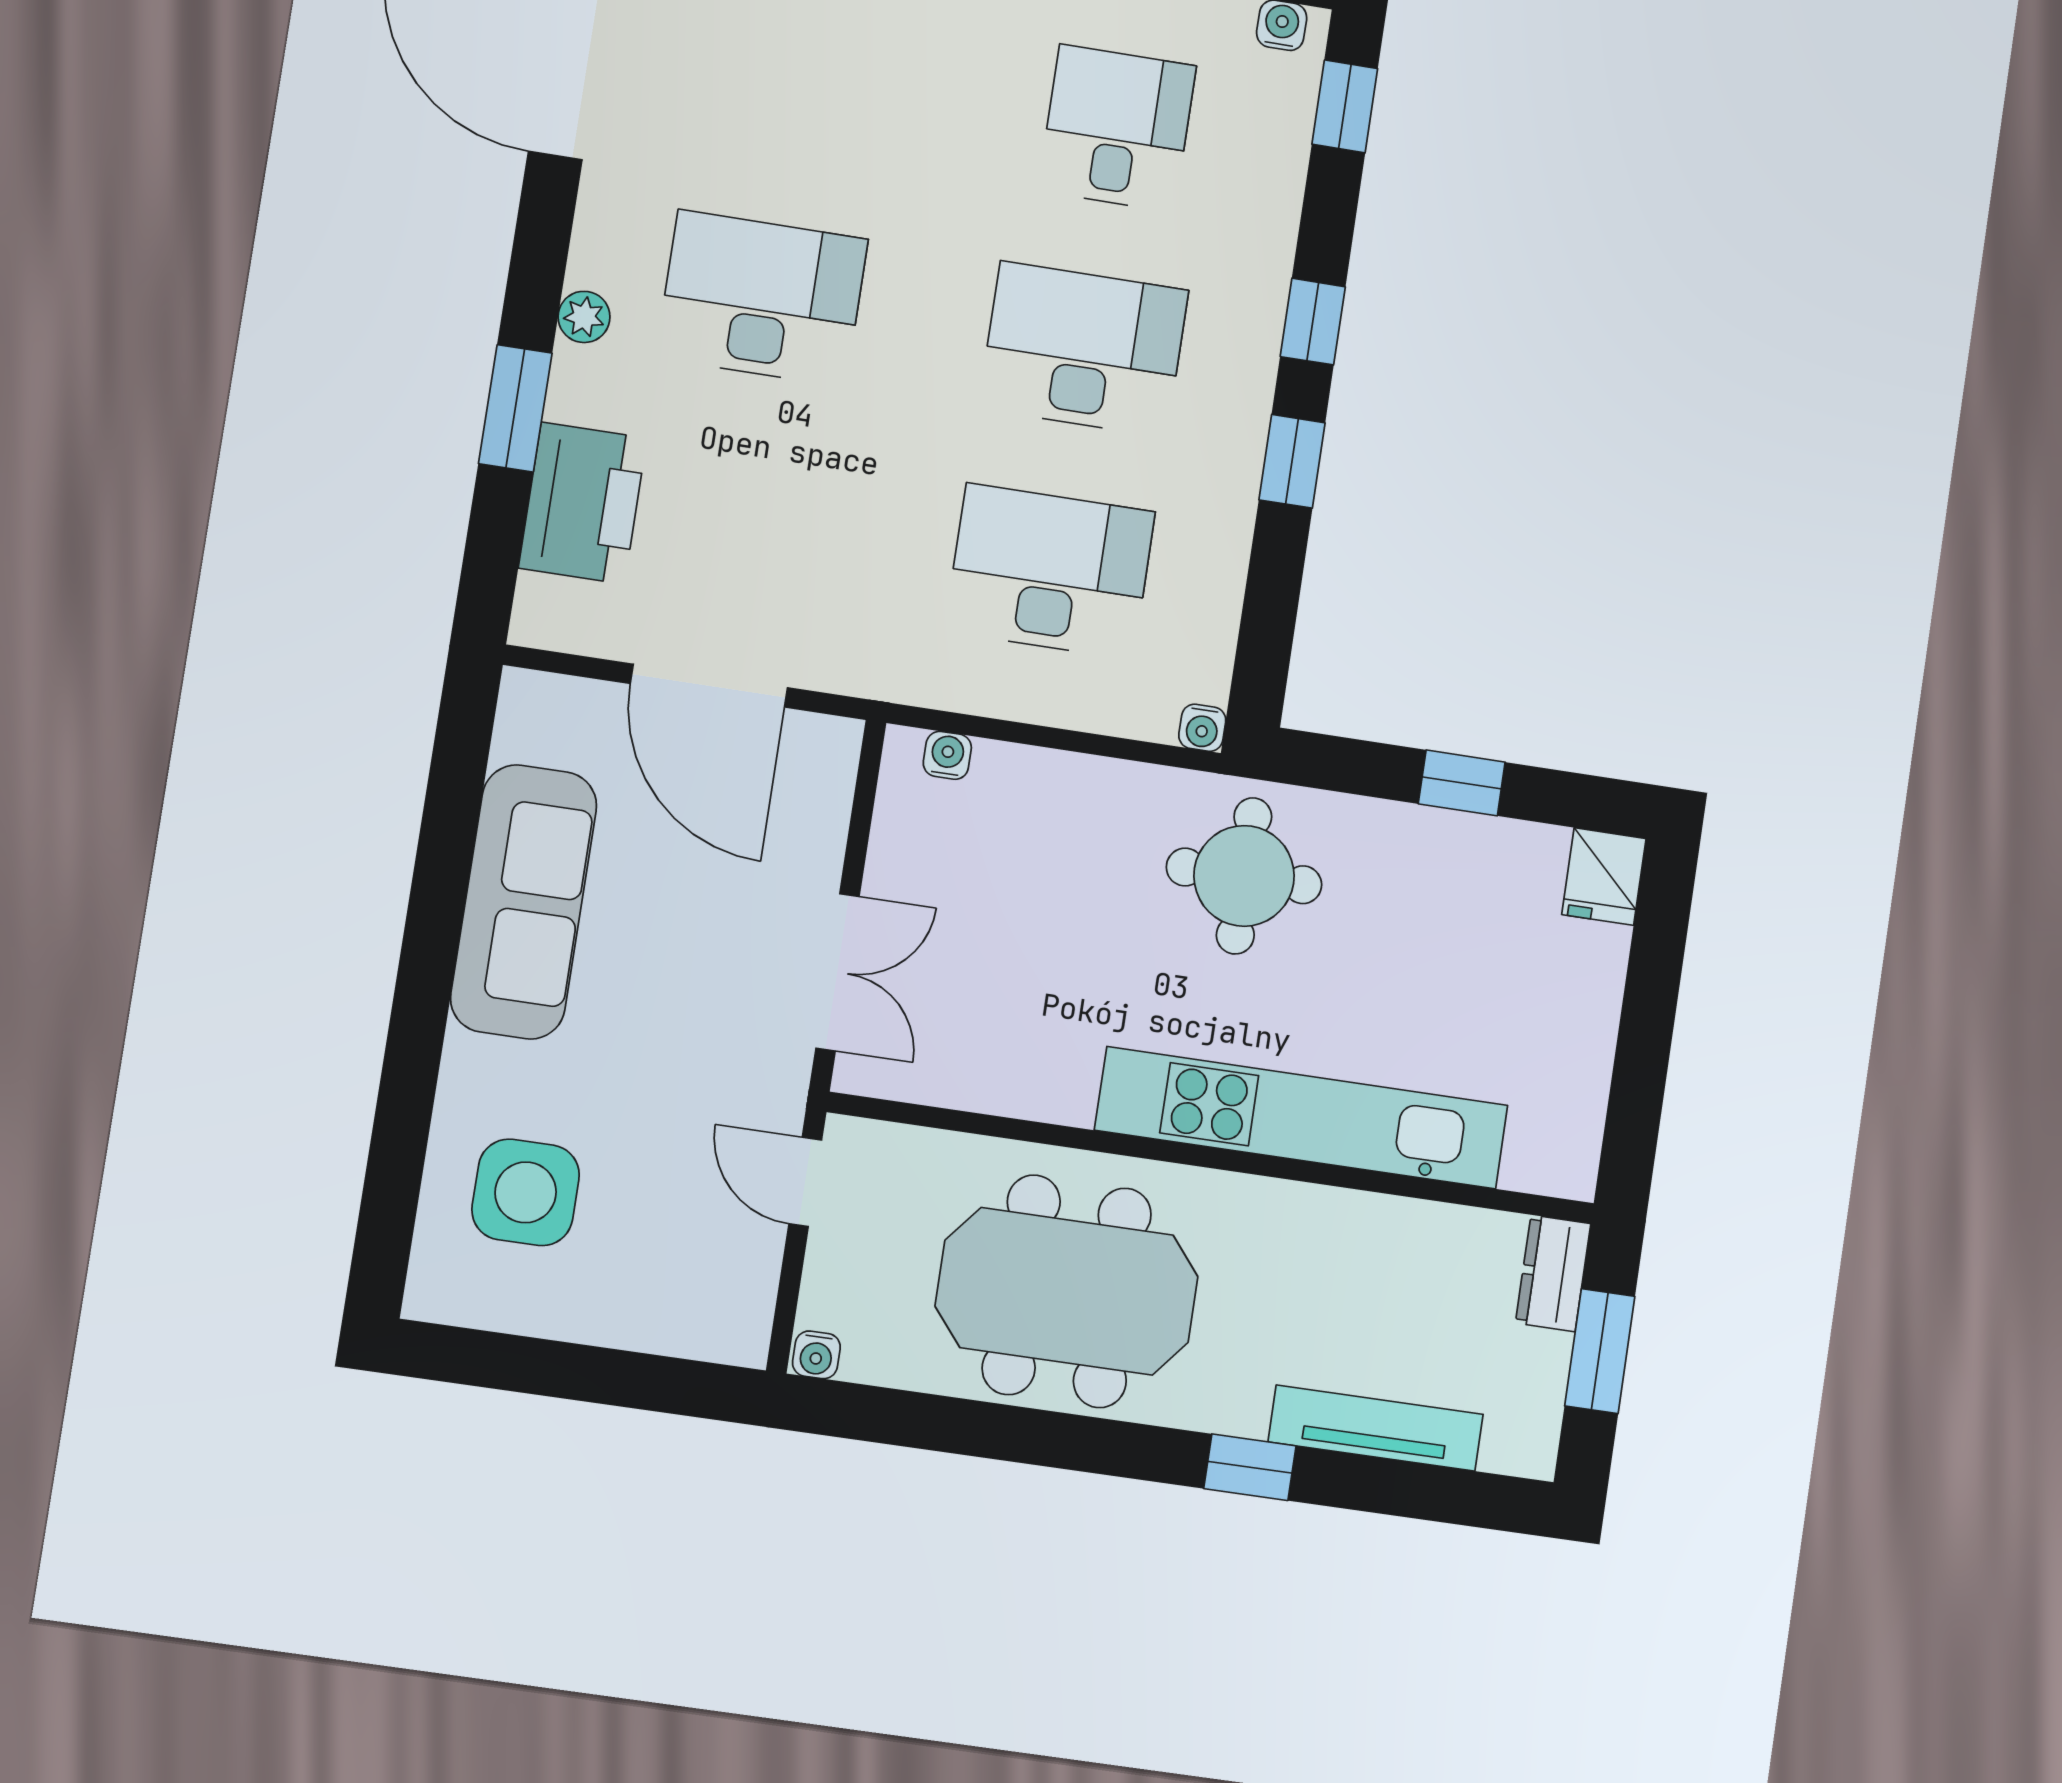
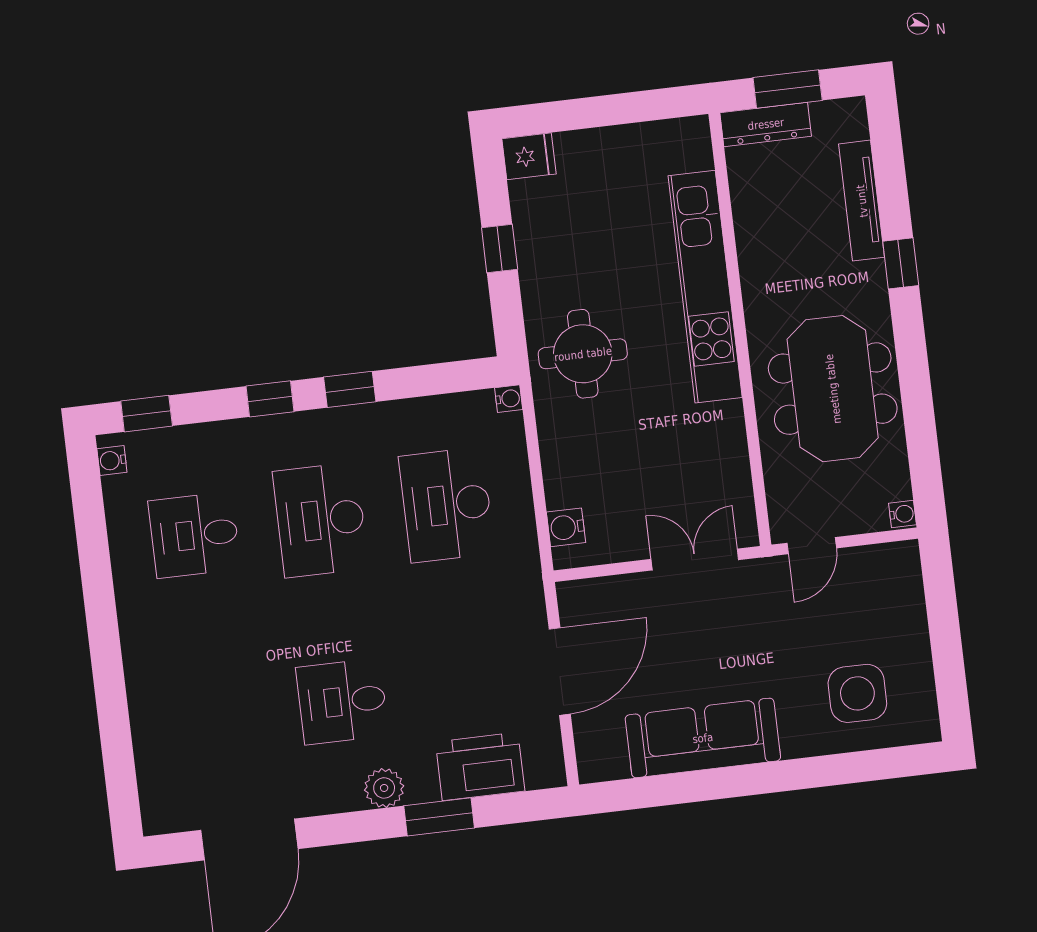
desk: (762, 298) -> (342, 701), width x0.73
plant: (584, 317) -> (384, 788), width x1.38, depth x1.38
water cooler: (947, 755) -> (566, 527), width x1.38, depth x1.38
dresser: (1553, 1273) -> (766, 124), width x1.44

